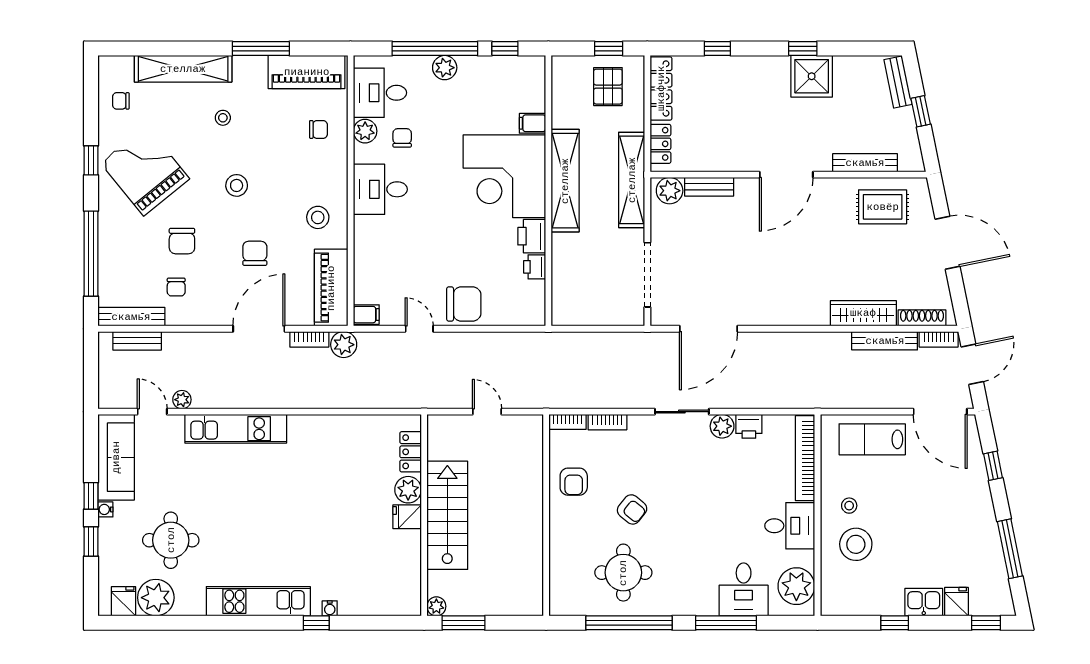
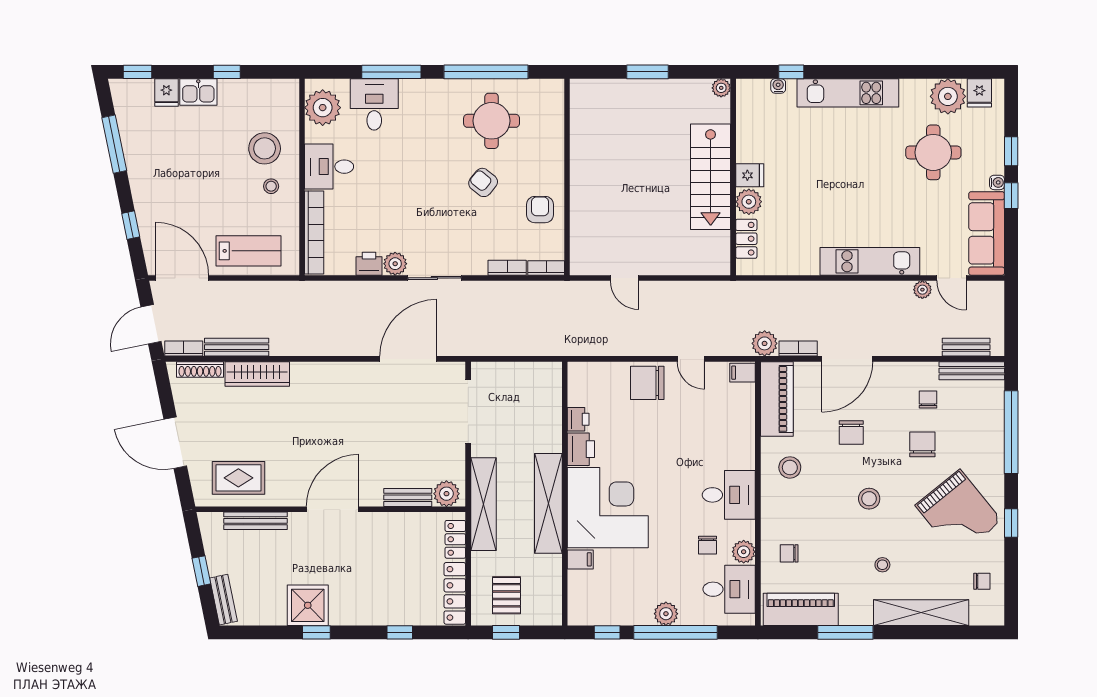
locker: (411, 452) -> (746, 239), moved
plant: (408, 490) -> (749, 202), moved
wall: (424, 515) -> (733, 177), moved
stairs: (447, 515) -> (711, 177), moved
fridge: (407, 517) -> (750, 175), moved
plant: (436, 606) -> (721, 88), moved

